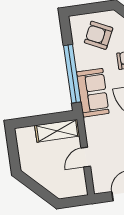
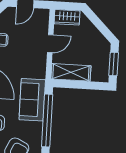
window: (13, 149) -> (114, 64), added
wardrobe: (73, 189) -> (67, 17), added

